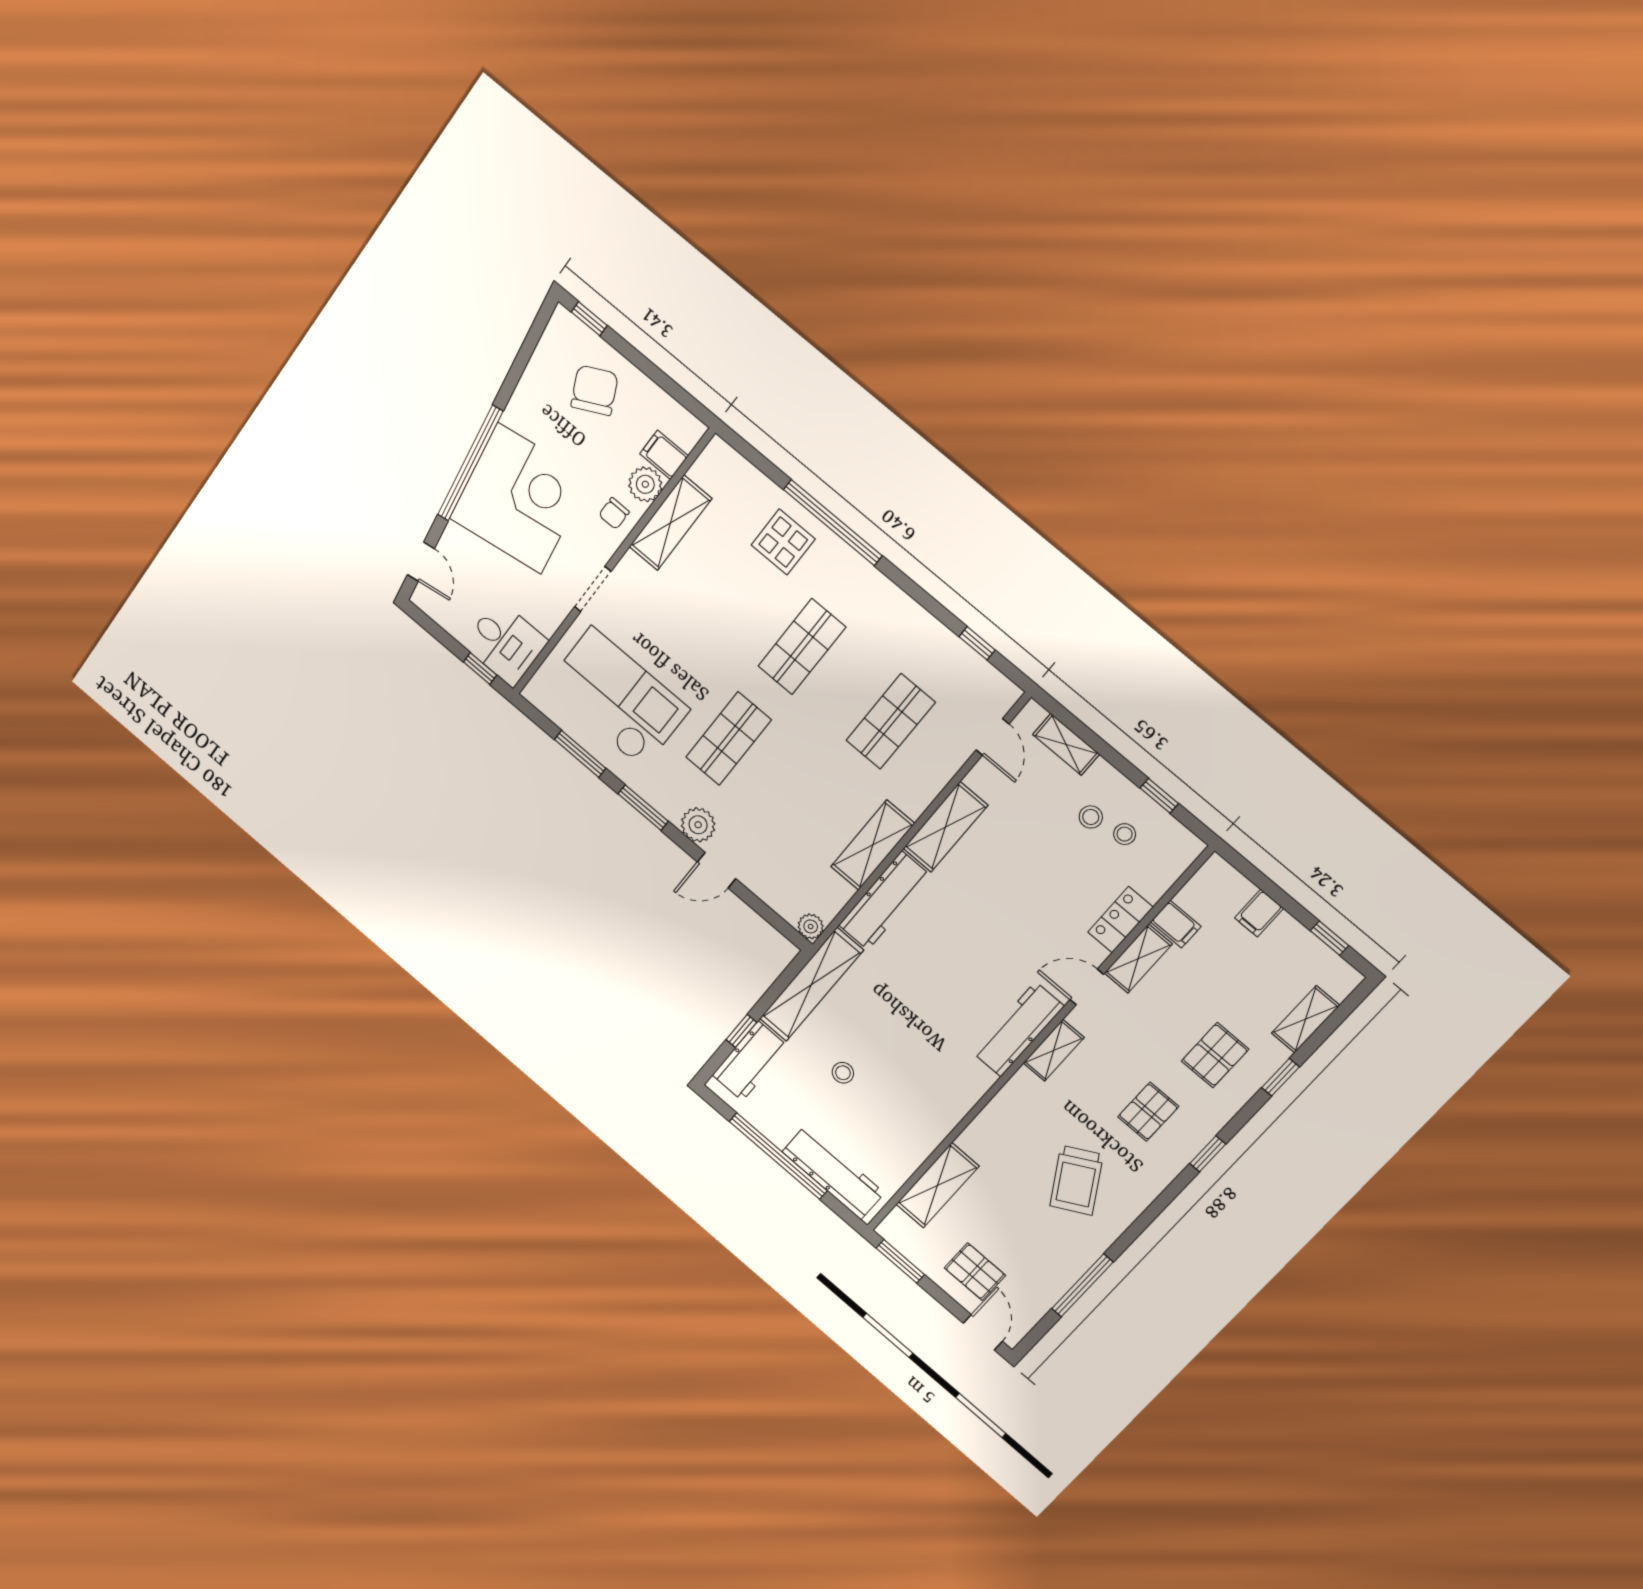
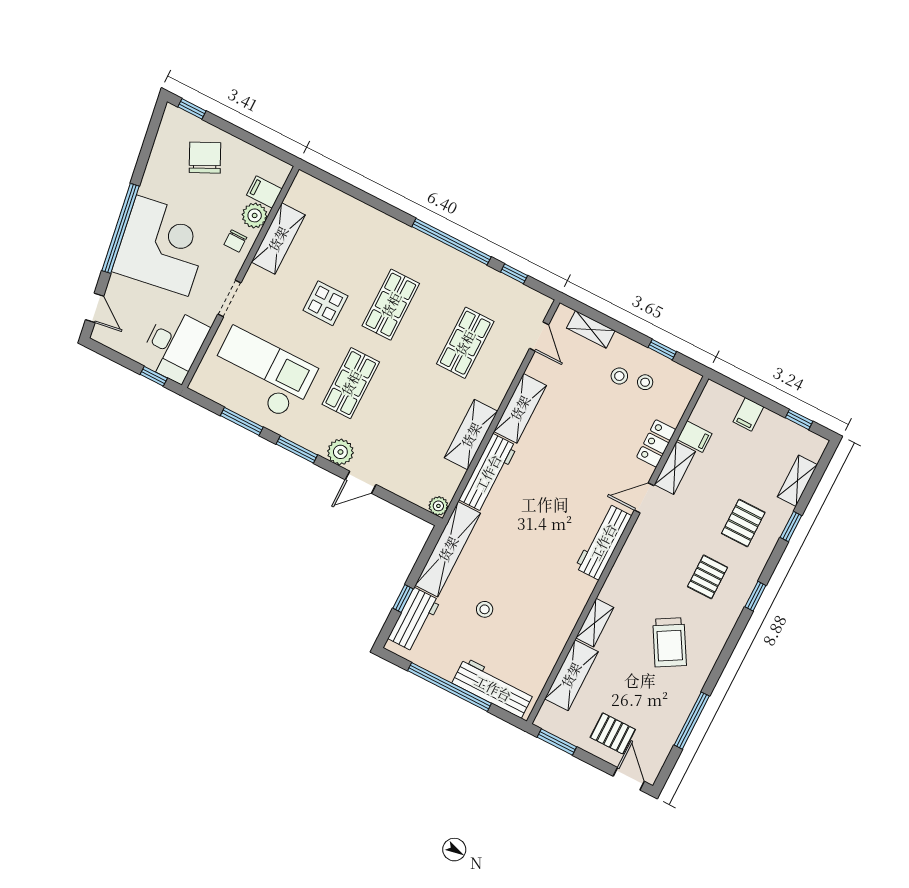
window: (833, 522) -> (451, 242), moved
display table: (783, 542) -> (325, 303), moved
desk: (505, 643) -> (174, 345), width x1.37
shelving: (1054, 1050) -> (595, 623), moved

